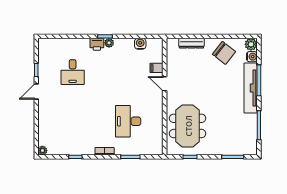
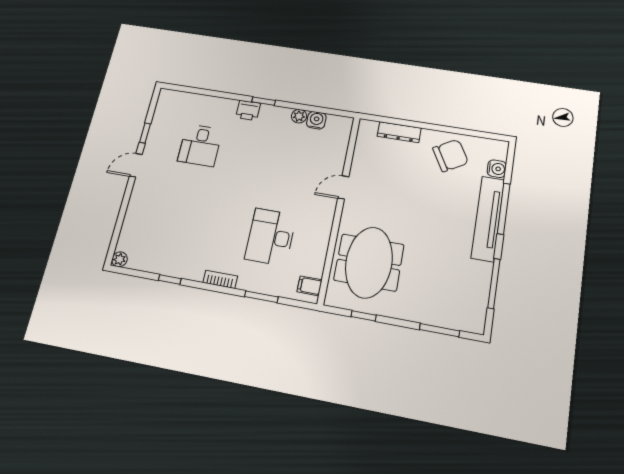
plant: (109, 43) -> (299, 116), moved
plant: (251, 44) -> (498, 149), removed
chair: (224, 53) -> (450, 155), turned -68
filing cabinet: (156, 68) -> (310, 286), moved
door: (165, 84) -> (343, 187), hinge flipped

